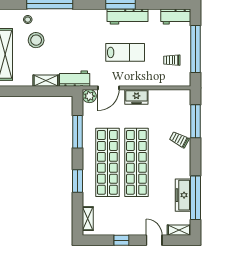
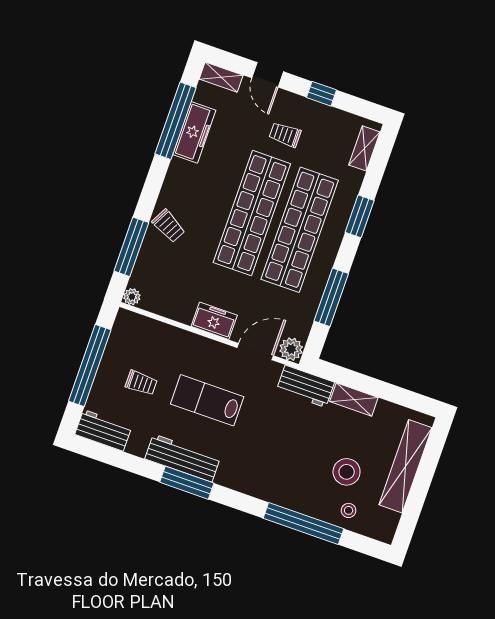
trolley: (172, 60) -> (141, 383), moved
plant: (186, 94) -> (132, 297), added
trolley: (133, 211) -> (285, 135), added

